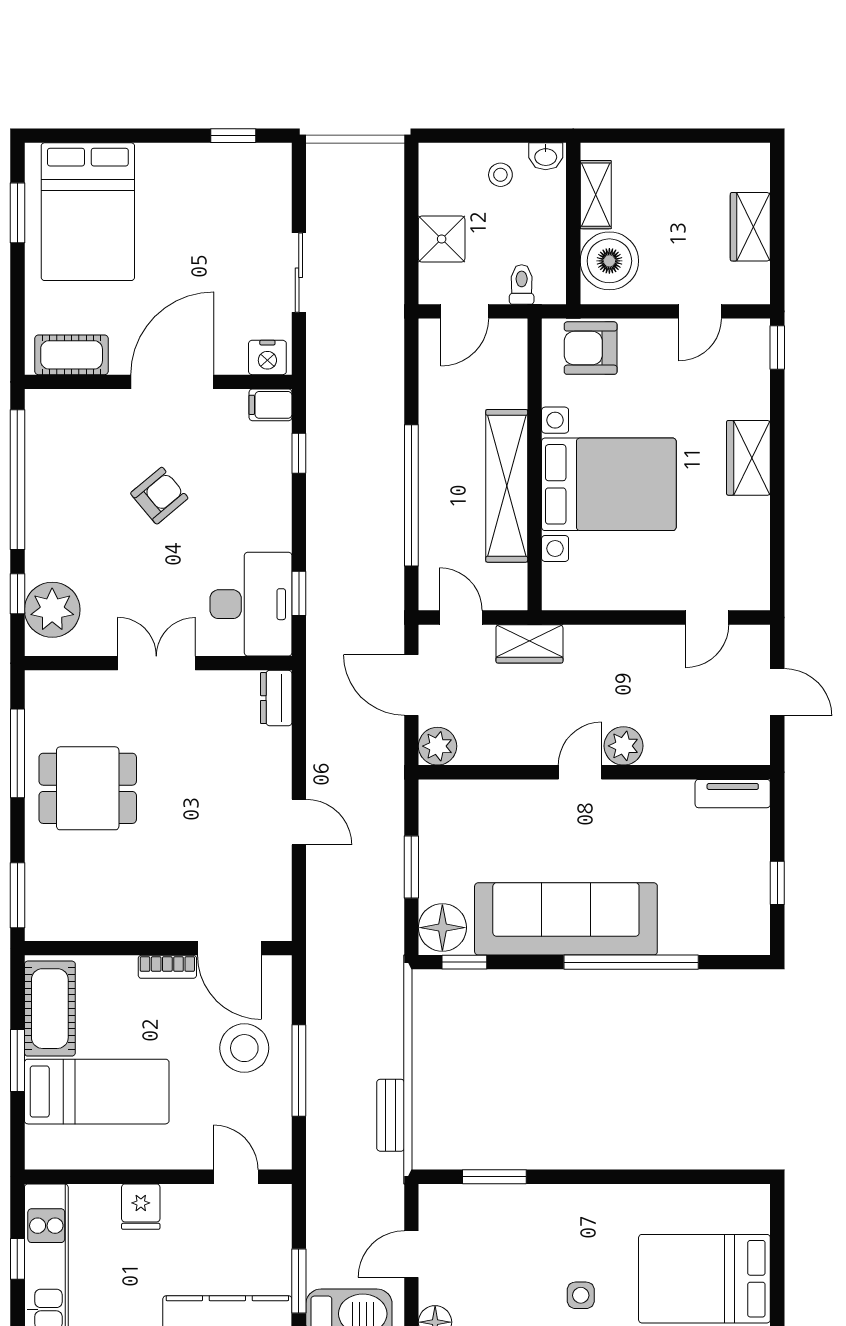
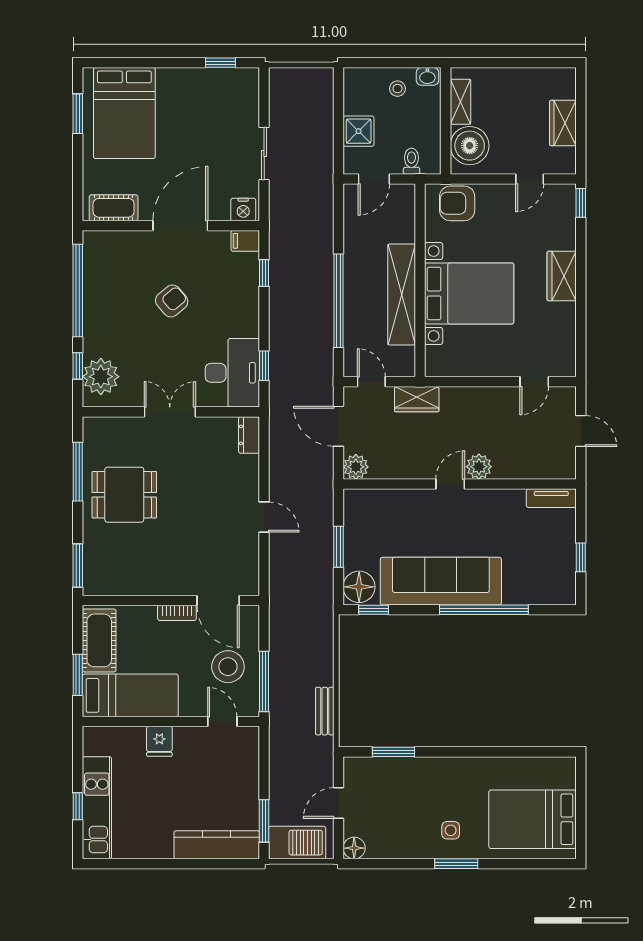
wall: (158, 1177) -> (171, 722), moved
door: (236, 1177) -> (222, 722), moved
fridge: (141, 1207) -> (159, 741), moved

